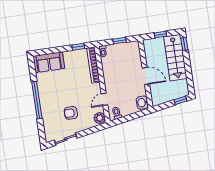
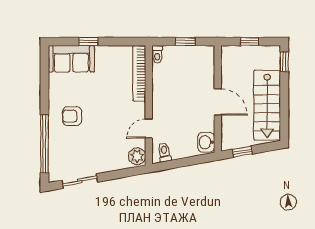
window: (78, 47) -> (88, 42), moved
stairs: (175, 58) -> (267, 105), moved
window: (37, 100) -> (44, 144), moved
window: (180, 100) -> (242, 152), moved
armchair: (71, 113) -> (72, 116), moved

